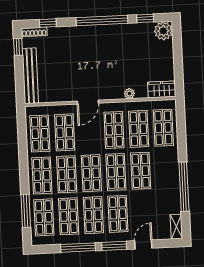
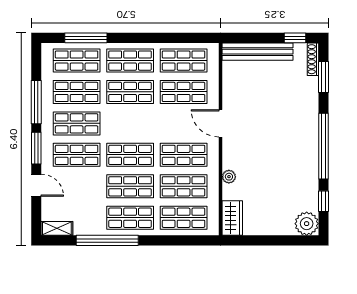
window: (48, 23) -> (324, 77), width x1.50
shop shelf: (91, 173) -> (130, 218), moved

